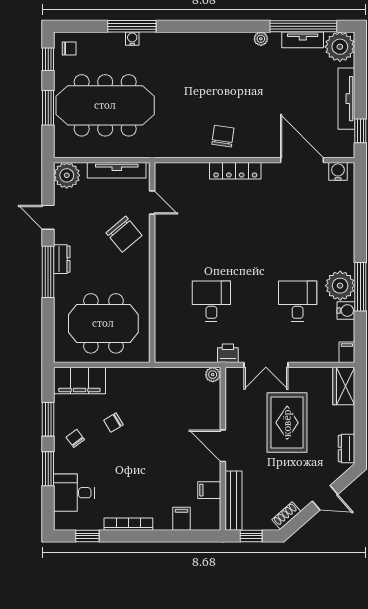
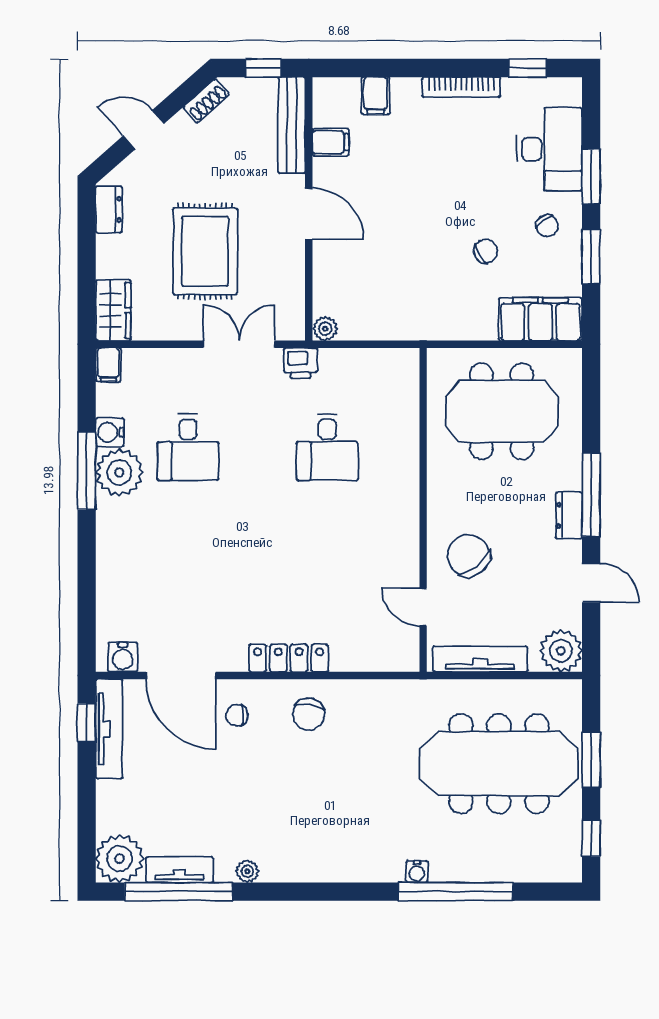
window: (132, 26) -> (456, 892), width x1.46
water cooler: (132, 39) -> (417, 872), moved
chair: (69, 49) -> (237, 715), moved
tv unit: (346, 99) -> (109, 729), moved
desk: (74, 493) -> (549, 149), width x1.37

